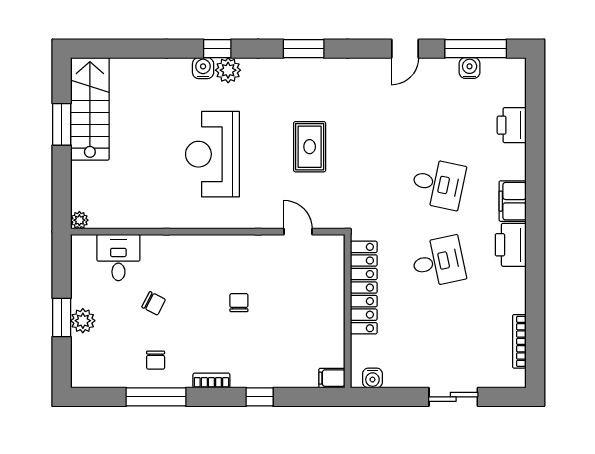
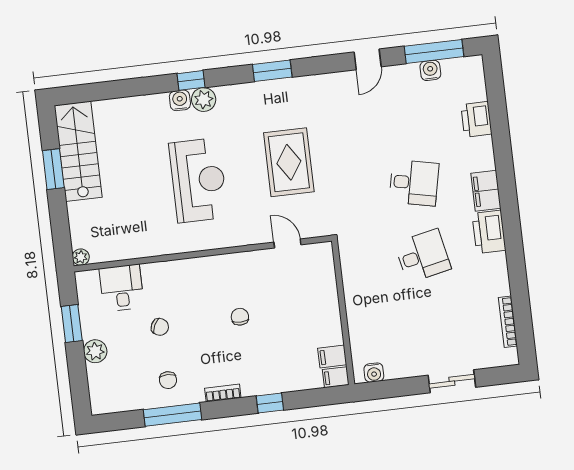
rug: (310, 147) -> (289, 162), width x1.36, depth x1.43
reception desk: (212, 154) -> (198, 180), turned 180
locker: (364, 288) -> (356, 289), removed
window: (62, 318) -> (72, 324), moved
filing cabinet: (331, 356) -> (332, 356), added

